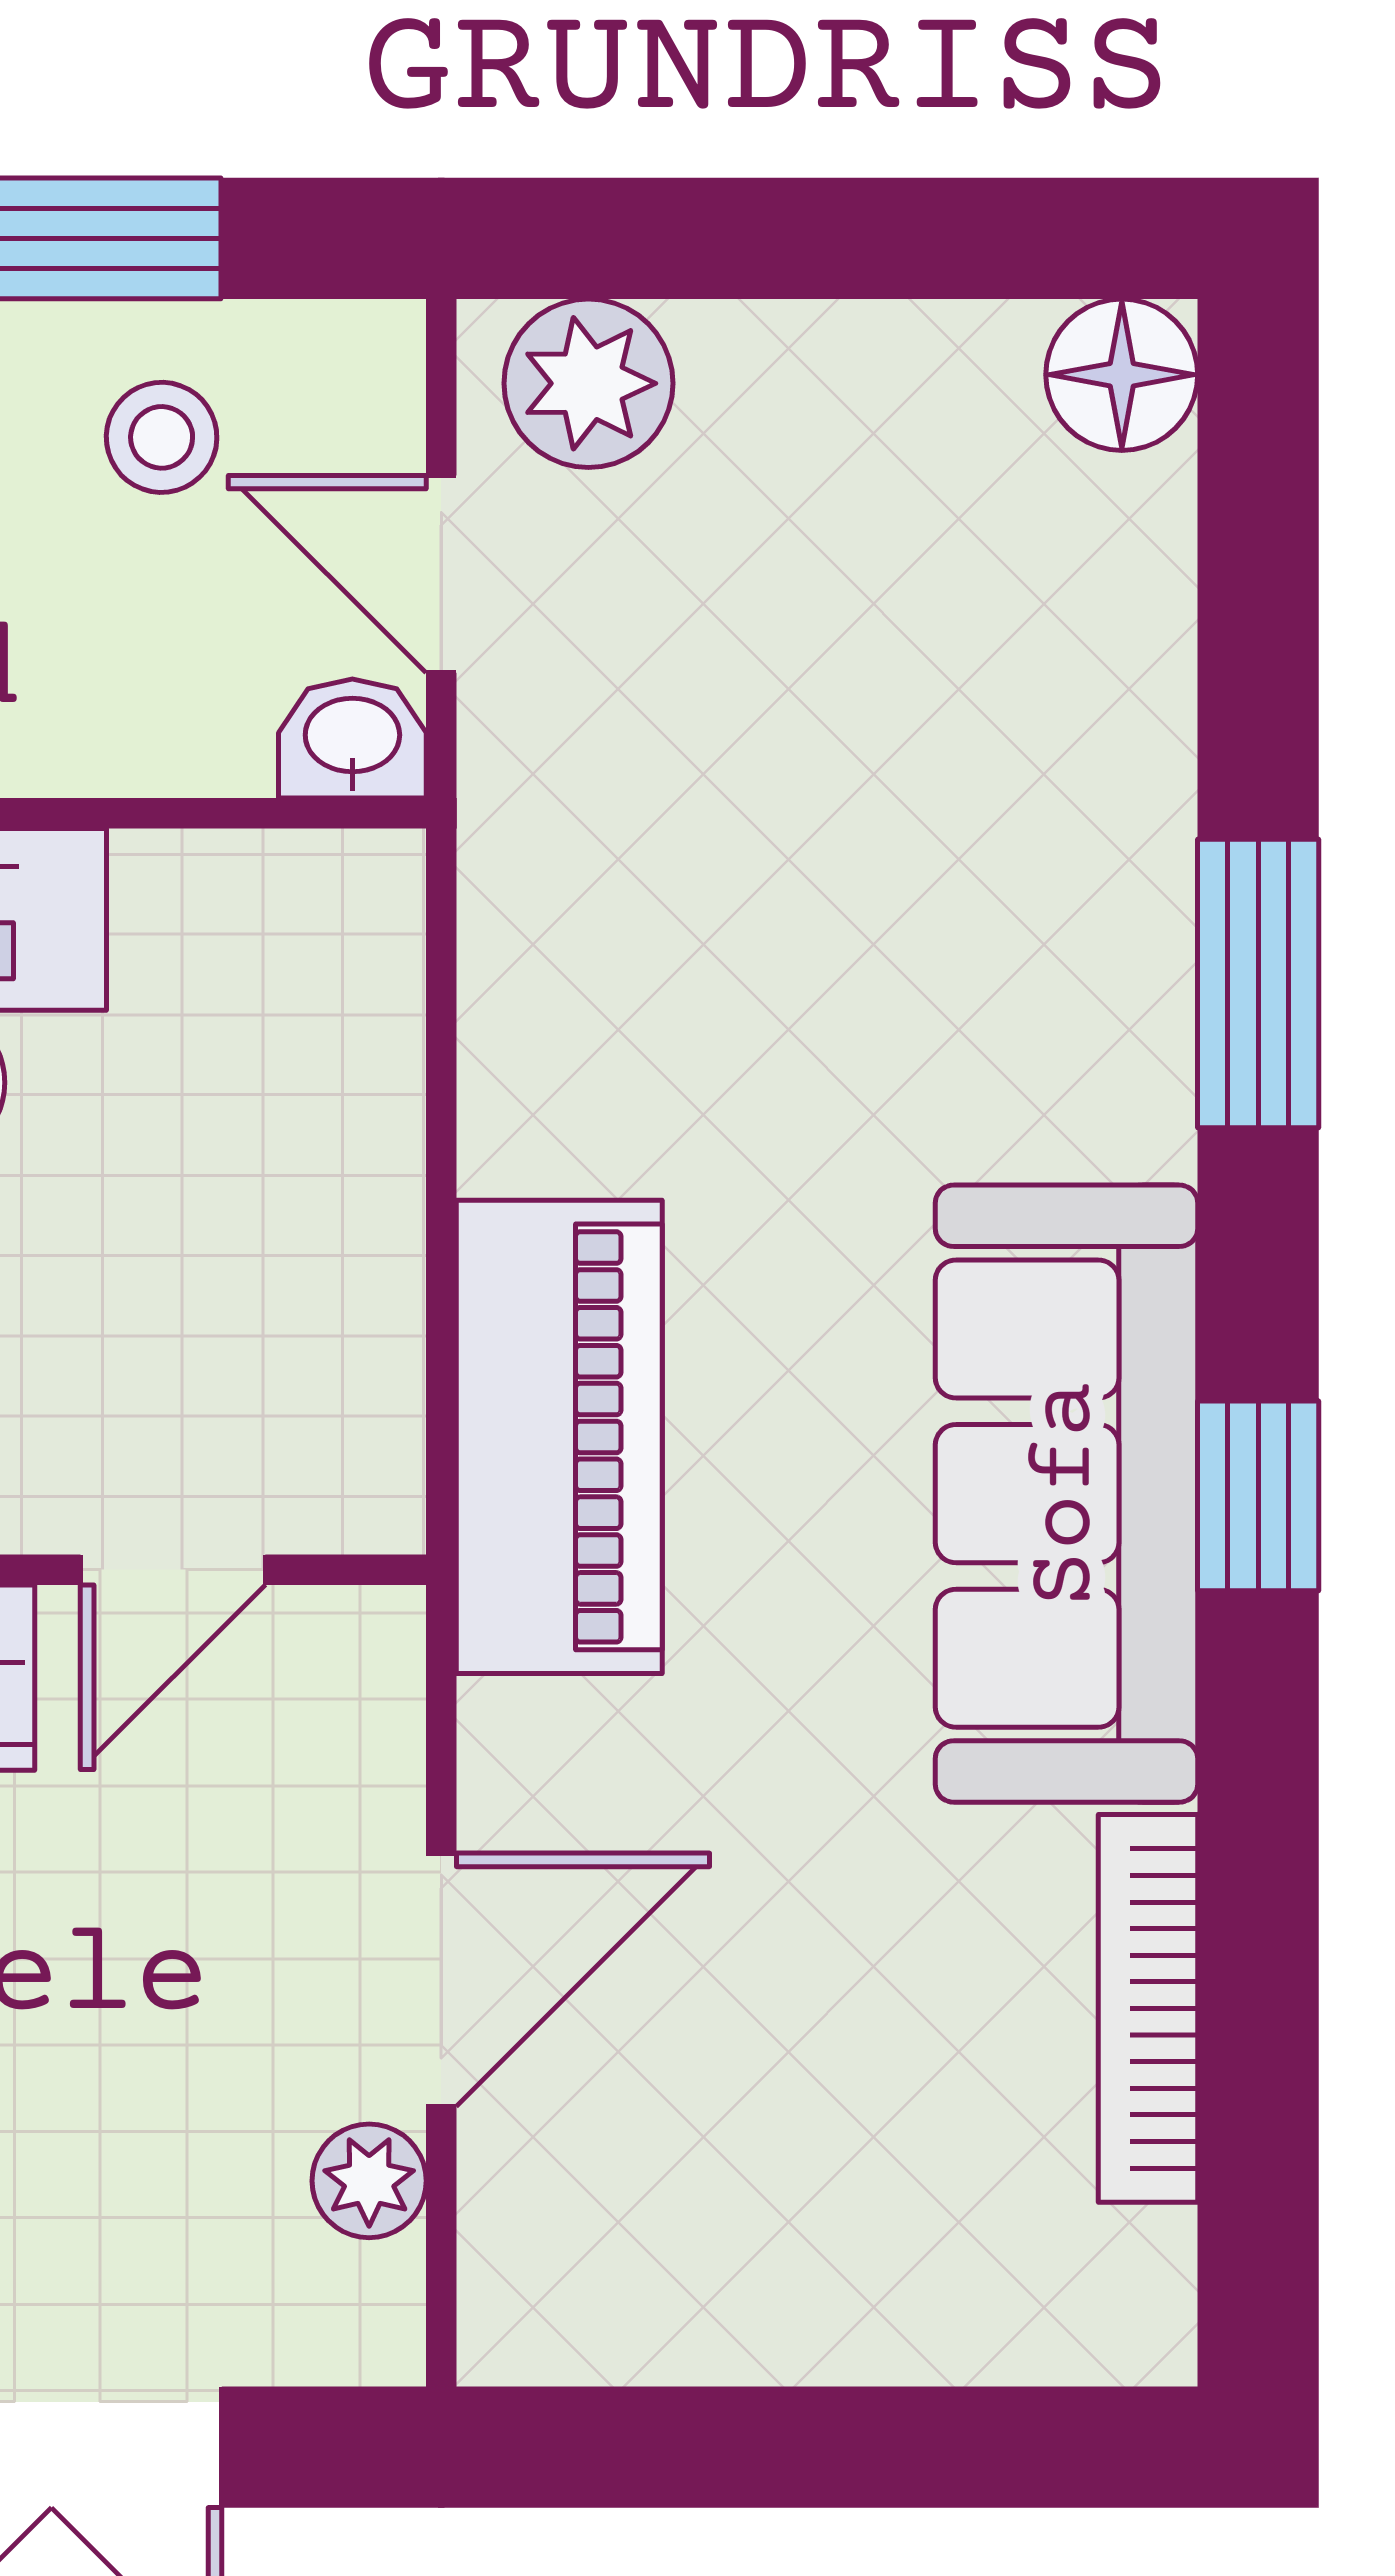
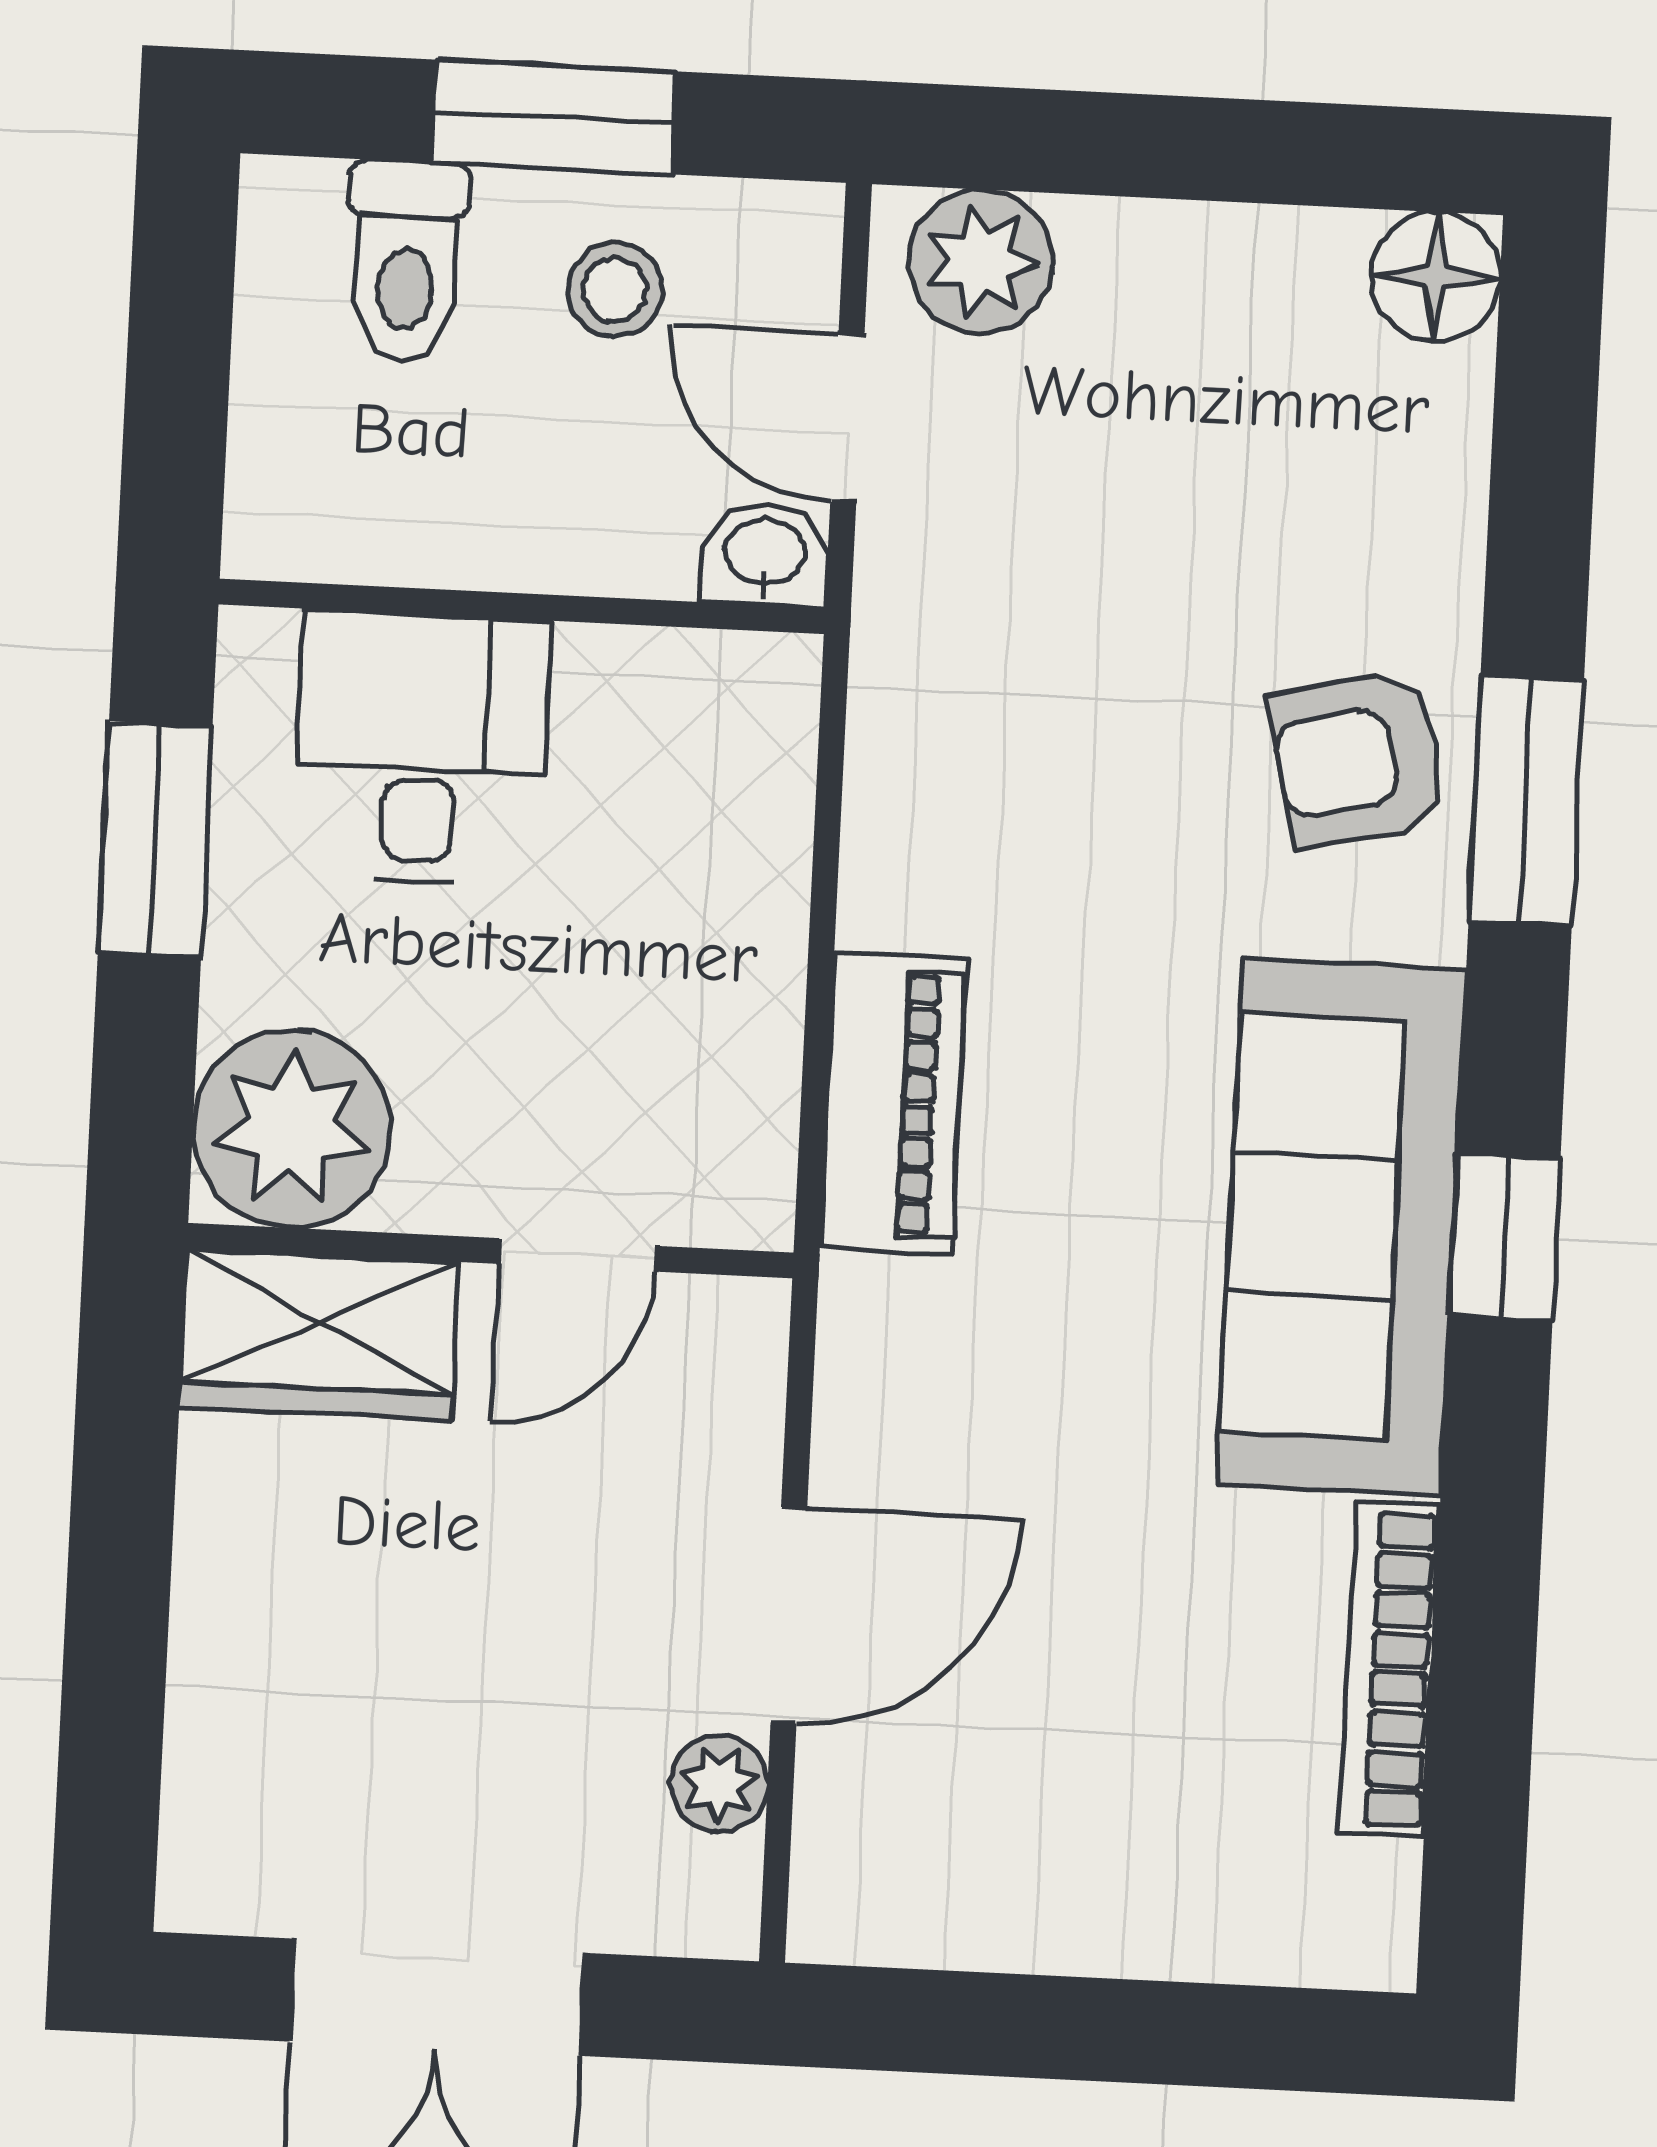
armchair: (1060, 945) -> (1359, 759), added
piano: (559, 1437) -> (893, 1103), width x0.73, depth x0.75

